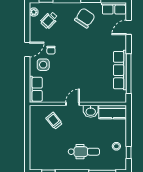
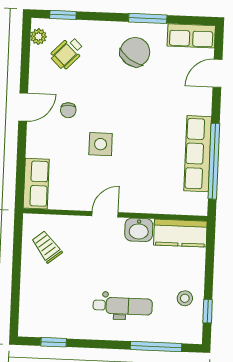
side table: (43, 65) -> (101, 144), moved
trolley: (54, 121) -> (47, 247), moved

